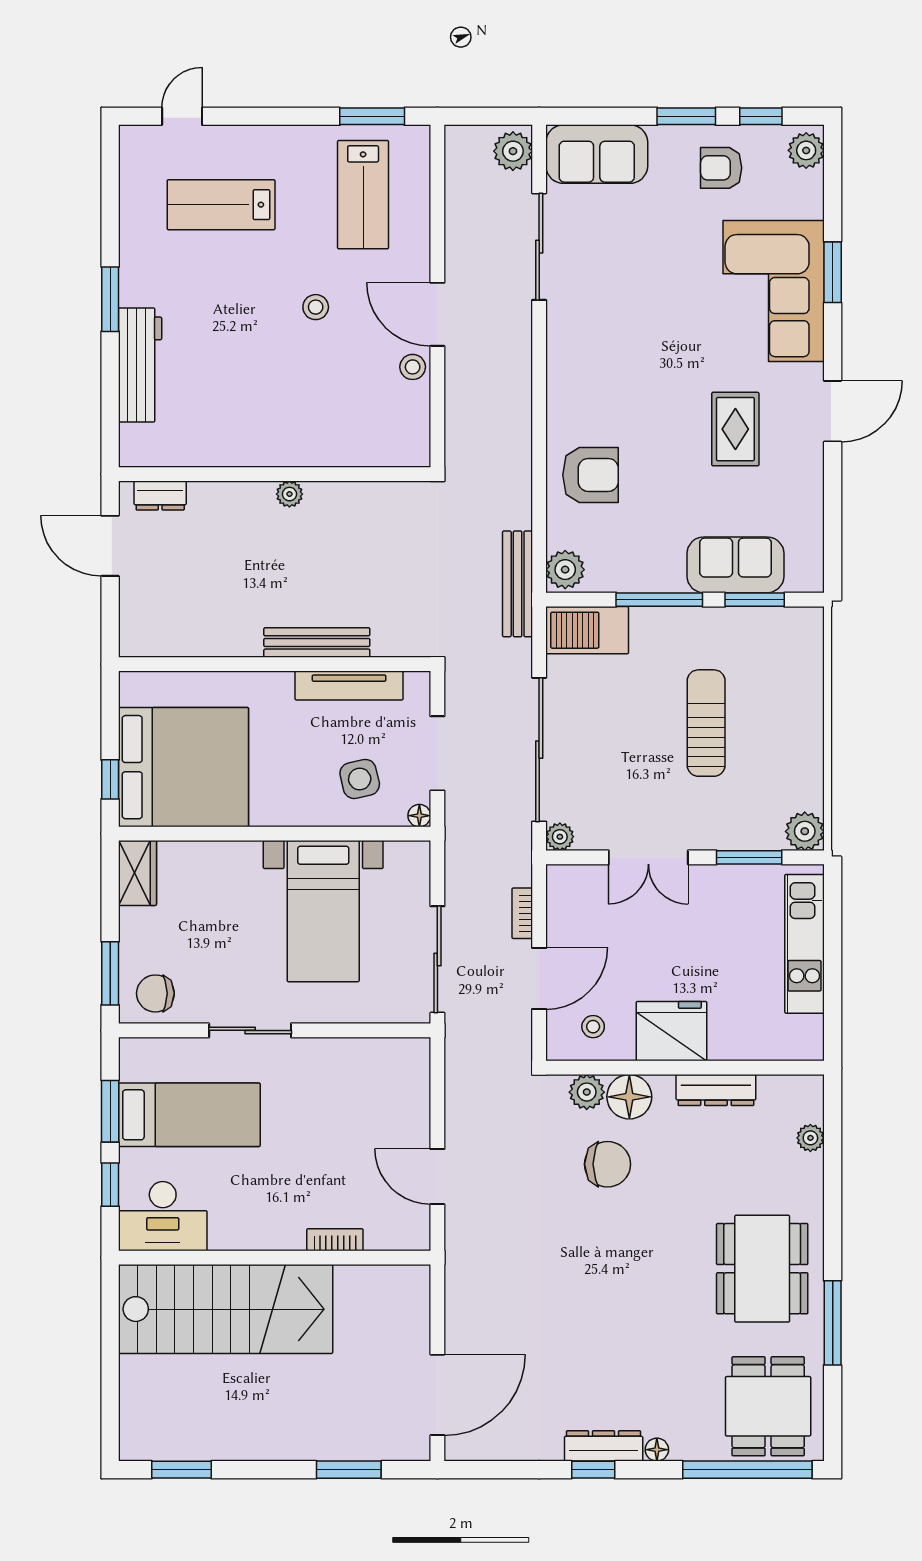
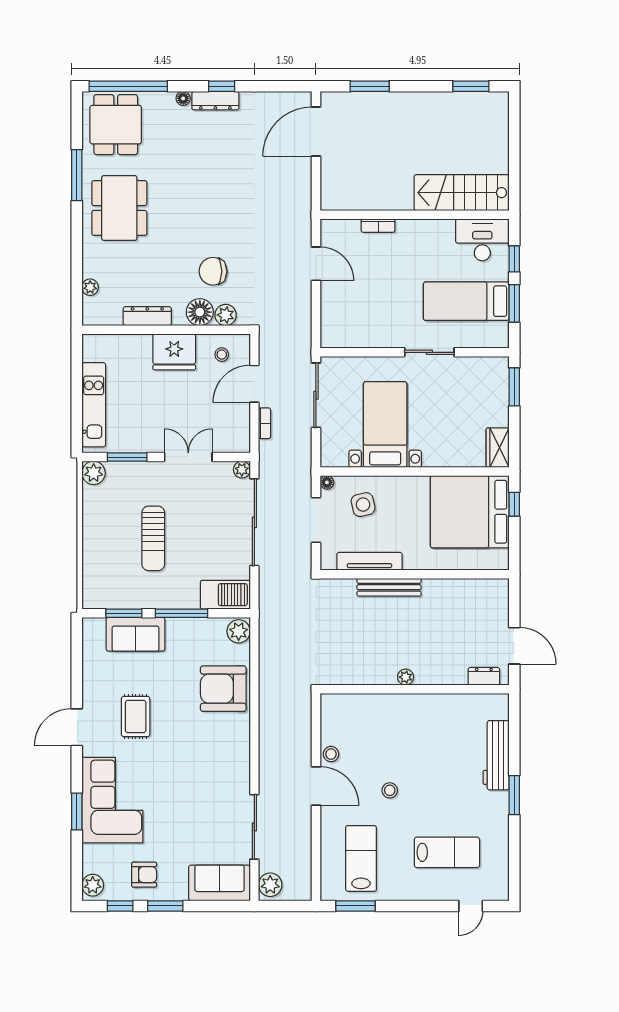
armchair: (591, 475) -> (223, 689), width x1.36, depth x1.36
bench: (518, 584) -> (267, 623), removed
chair: (155, 993) -> (487, 375), removed
stairs: (226, 1309) -> (462, 193), width x0.73, depth x0.66

